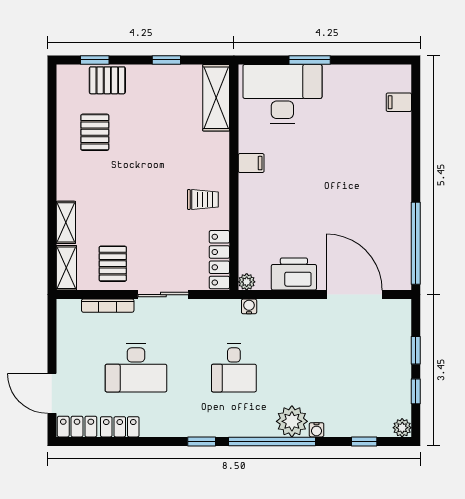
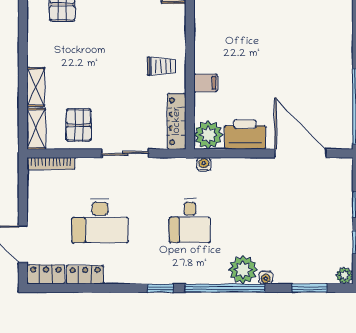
filing cabinet: (251, 163) -> (206, 83), moved
plant: (247, 282) -> (208, 135), width x1.88, depth x1.88
bookcase: (108, 306) -> (51, 163), moved
window: (364, 441) -> (309, 288), width x1.50

